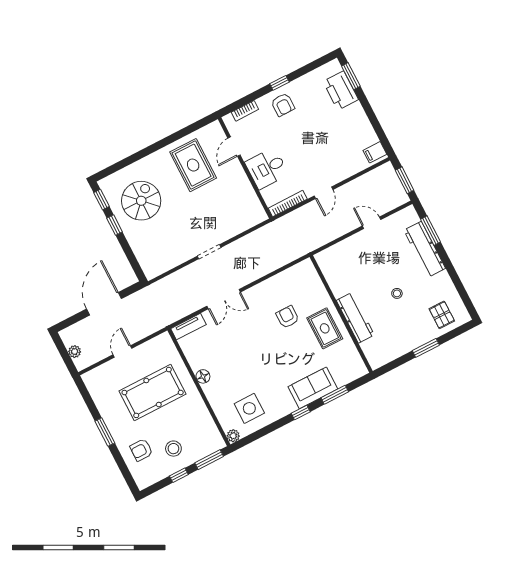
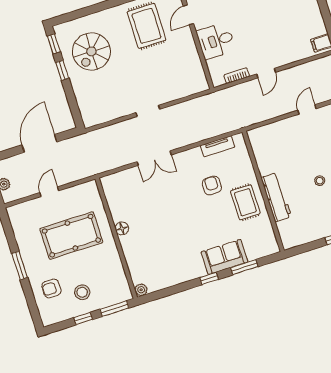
spiral stairs: (141, 201) -> (91, 51), turned 180
bookcase: (288, 204) -> (237, 76), width x0.64
door: (372, 223) -> (307, 109), hinge flipped
tv unit: (188, 327) -> (218, 146), moved
side table: (249, 408) -> (161, 266), removed

